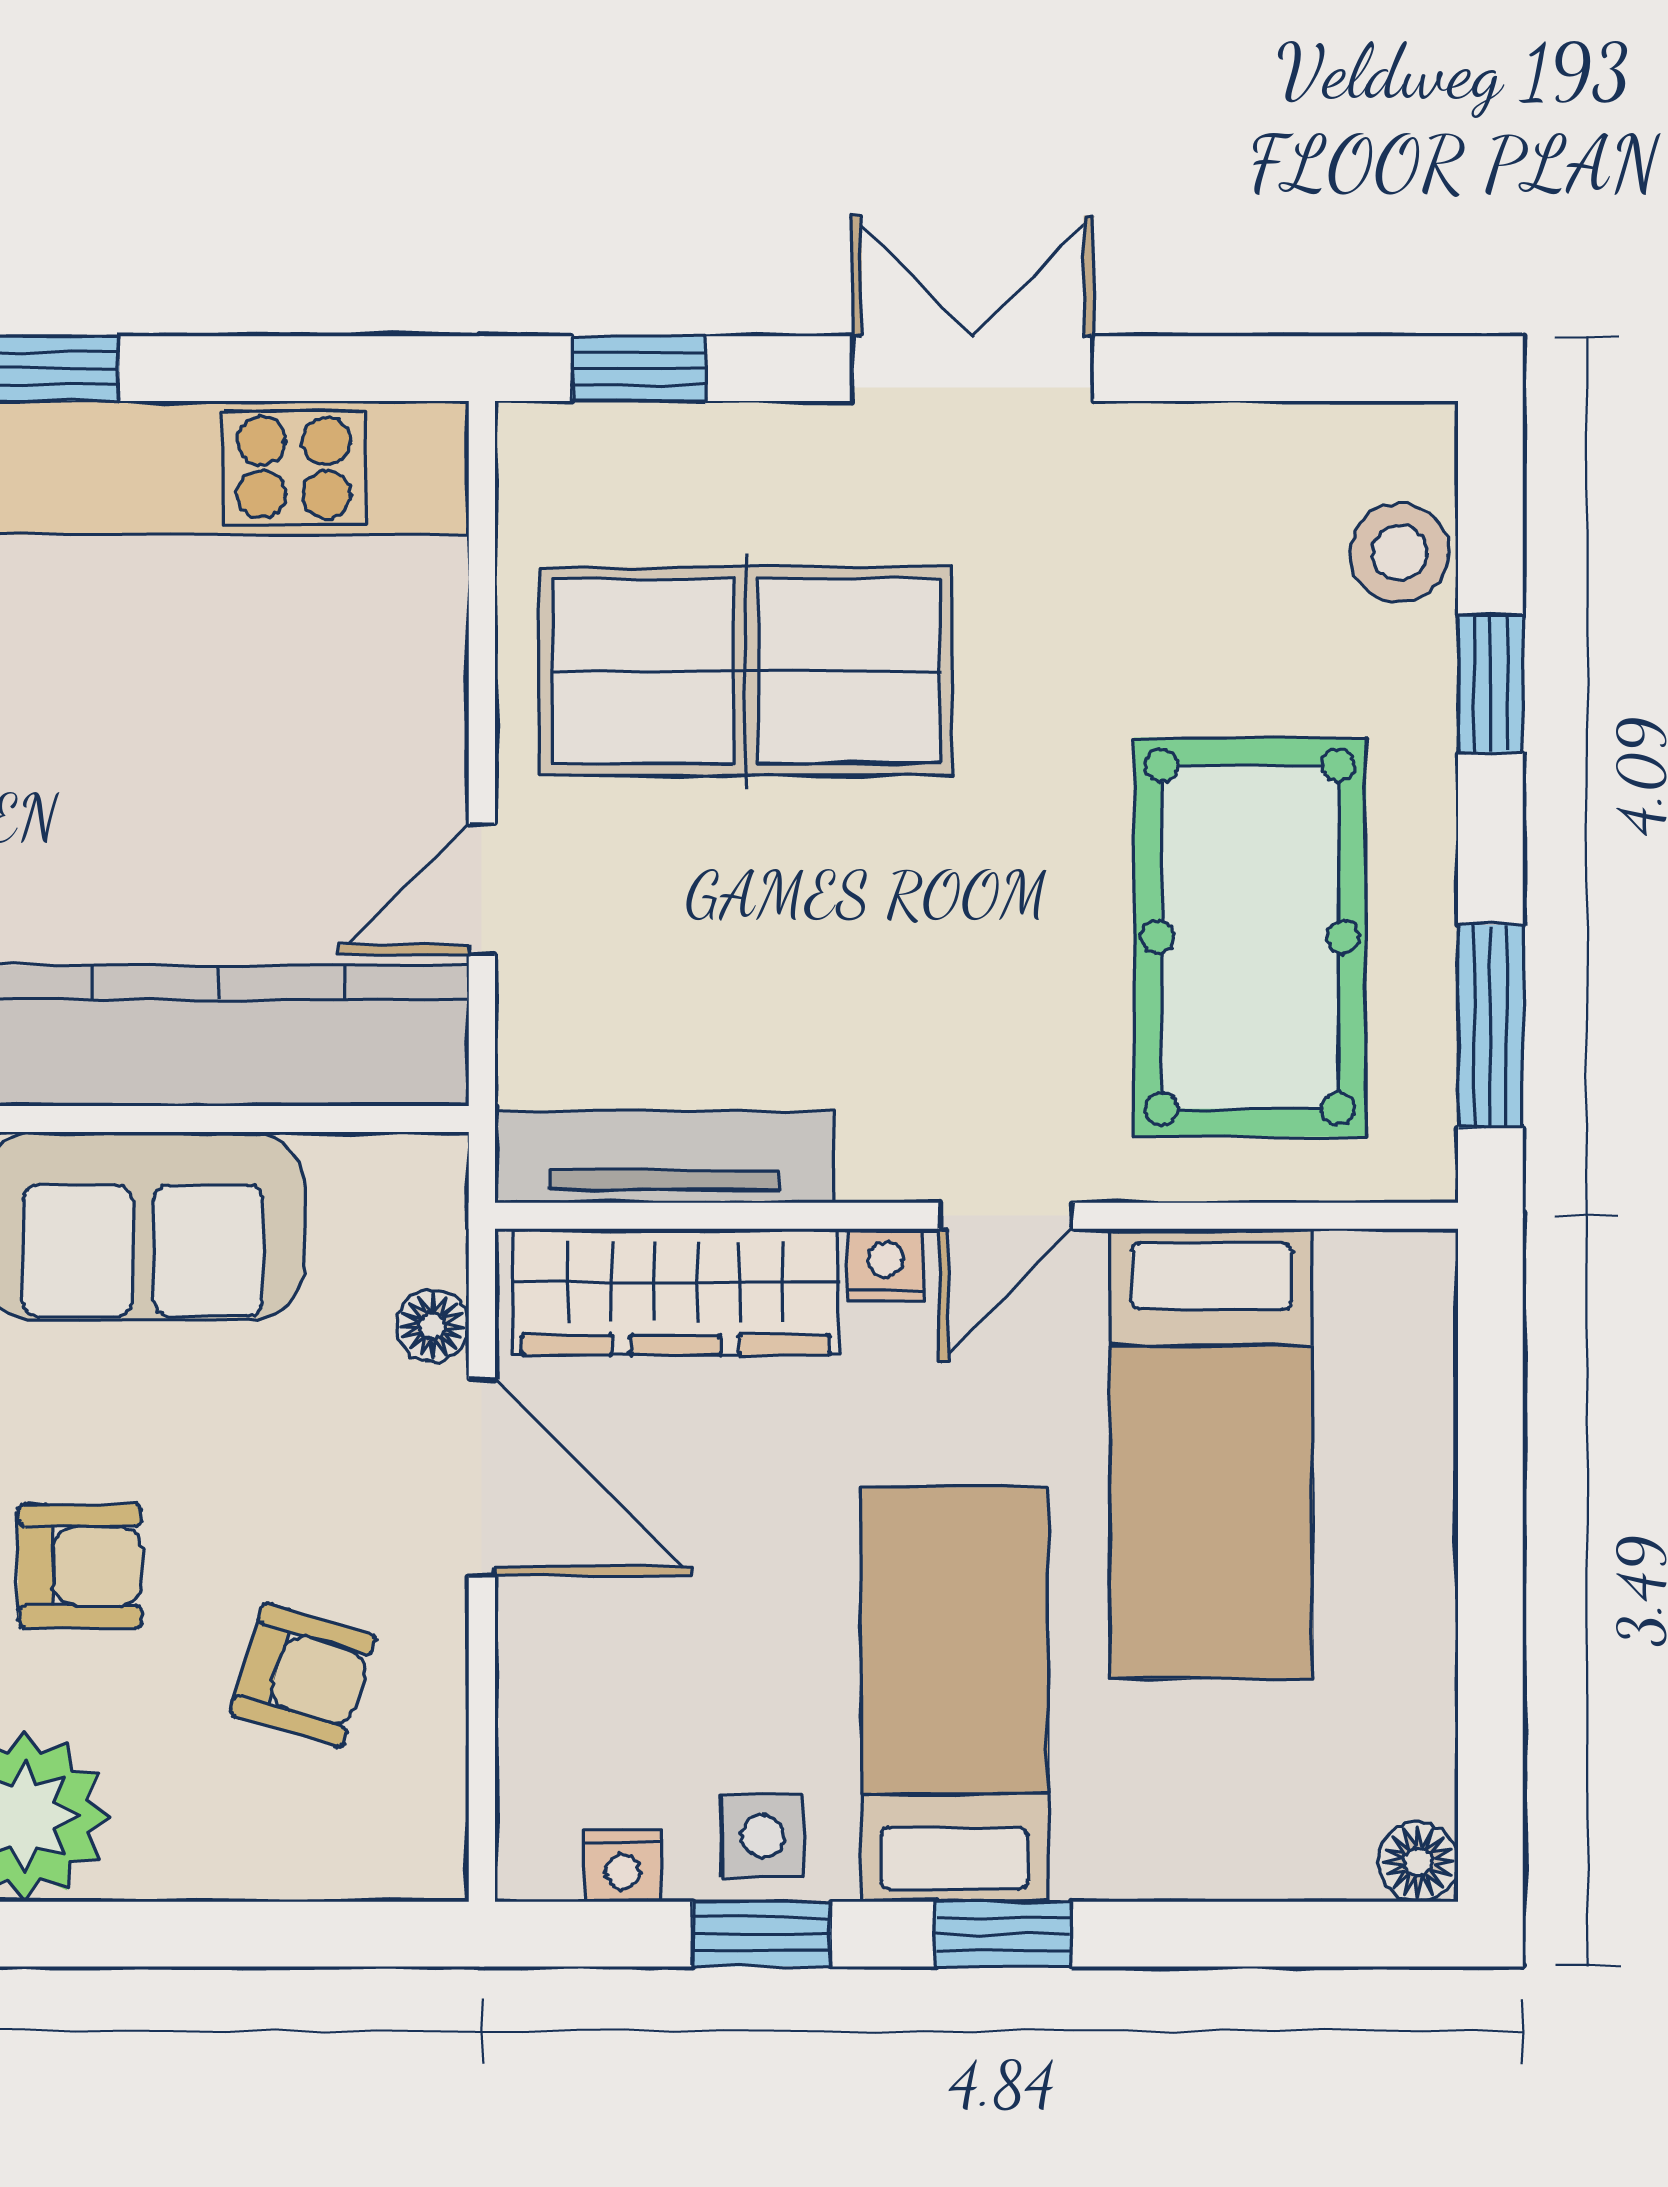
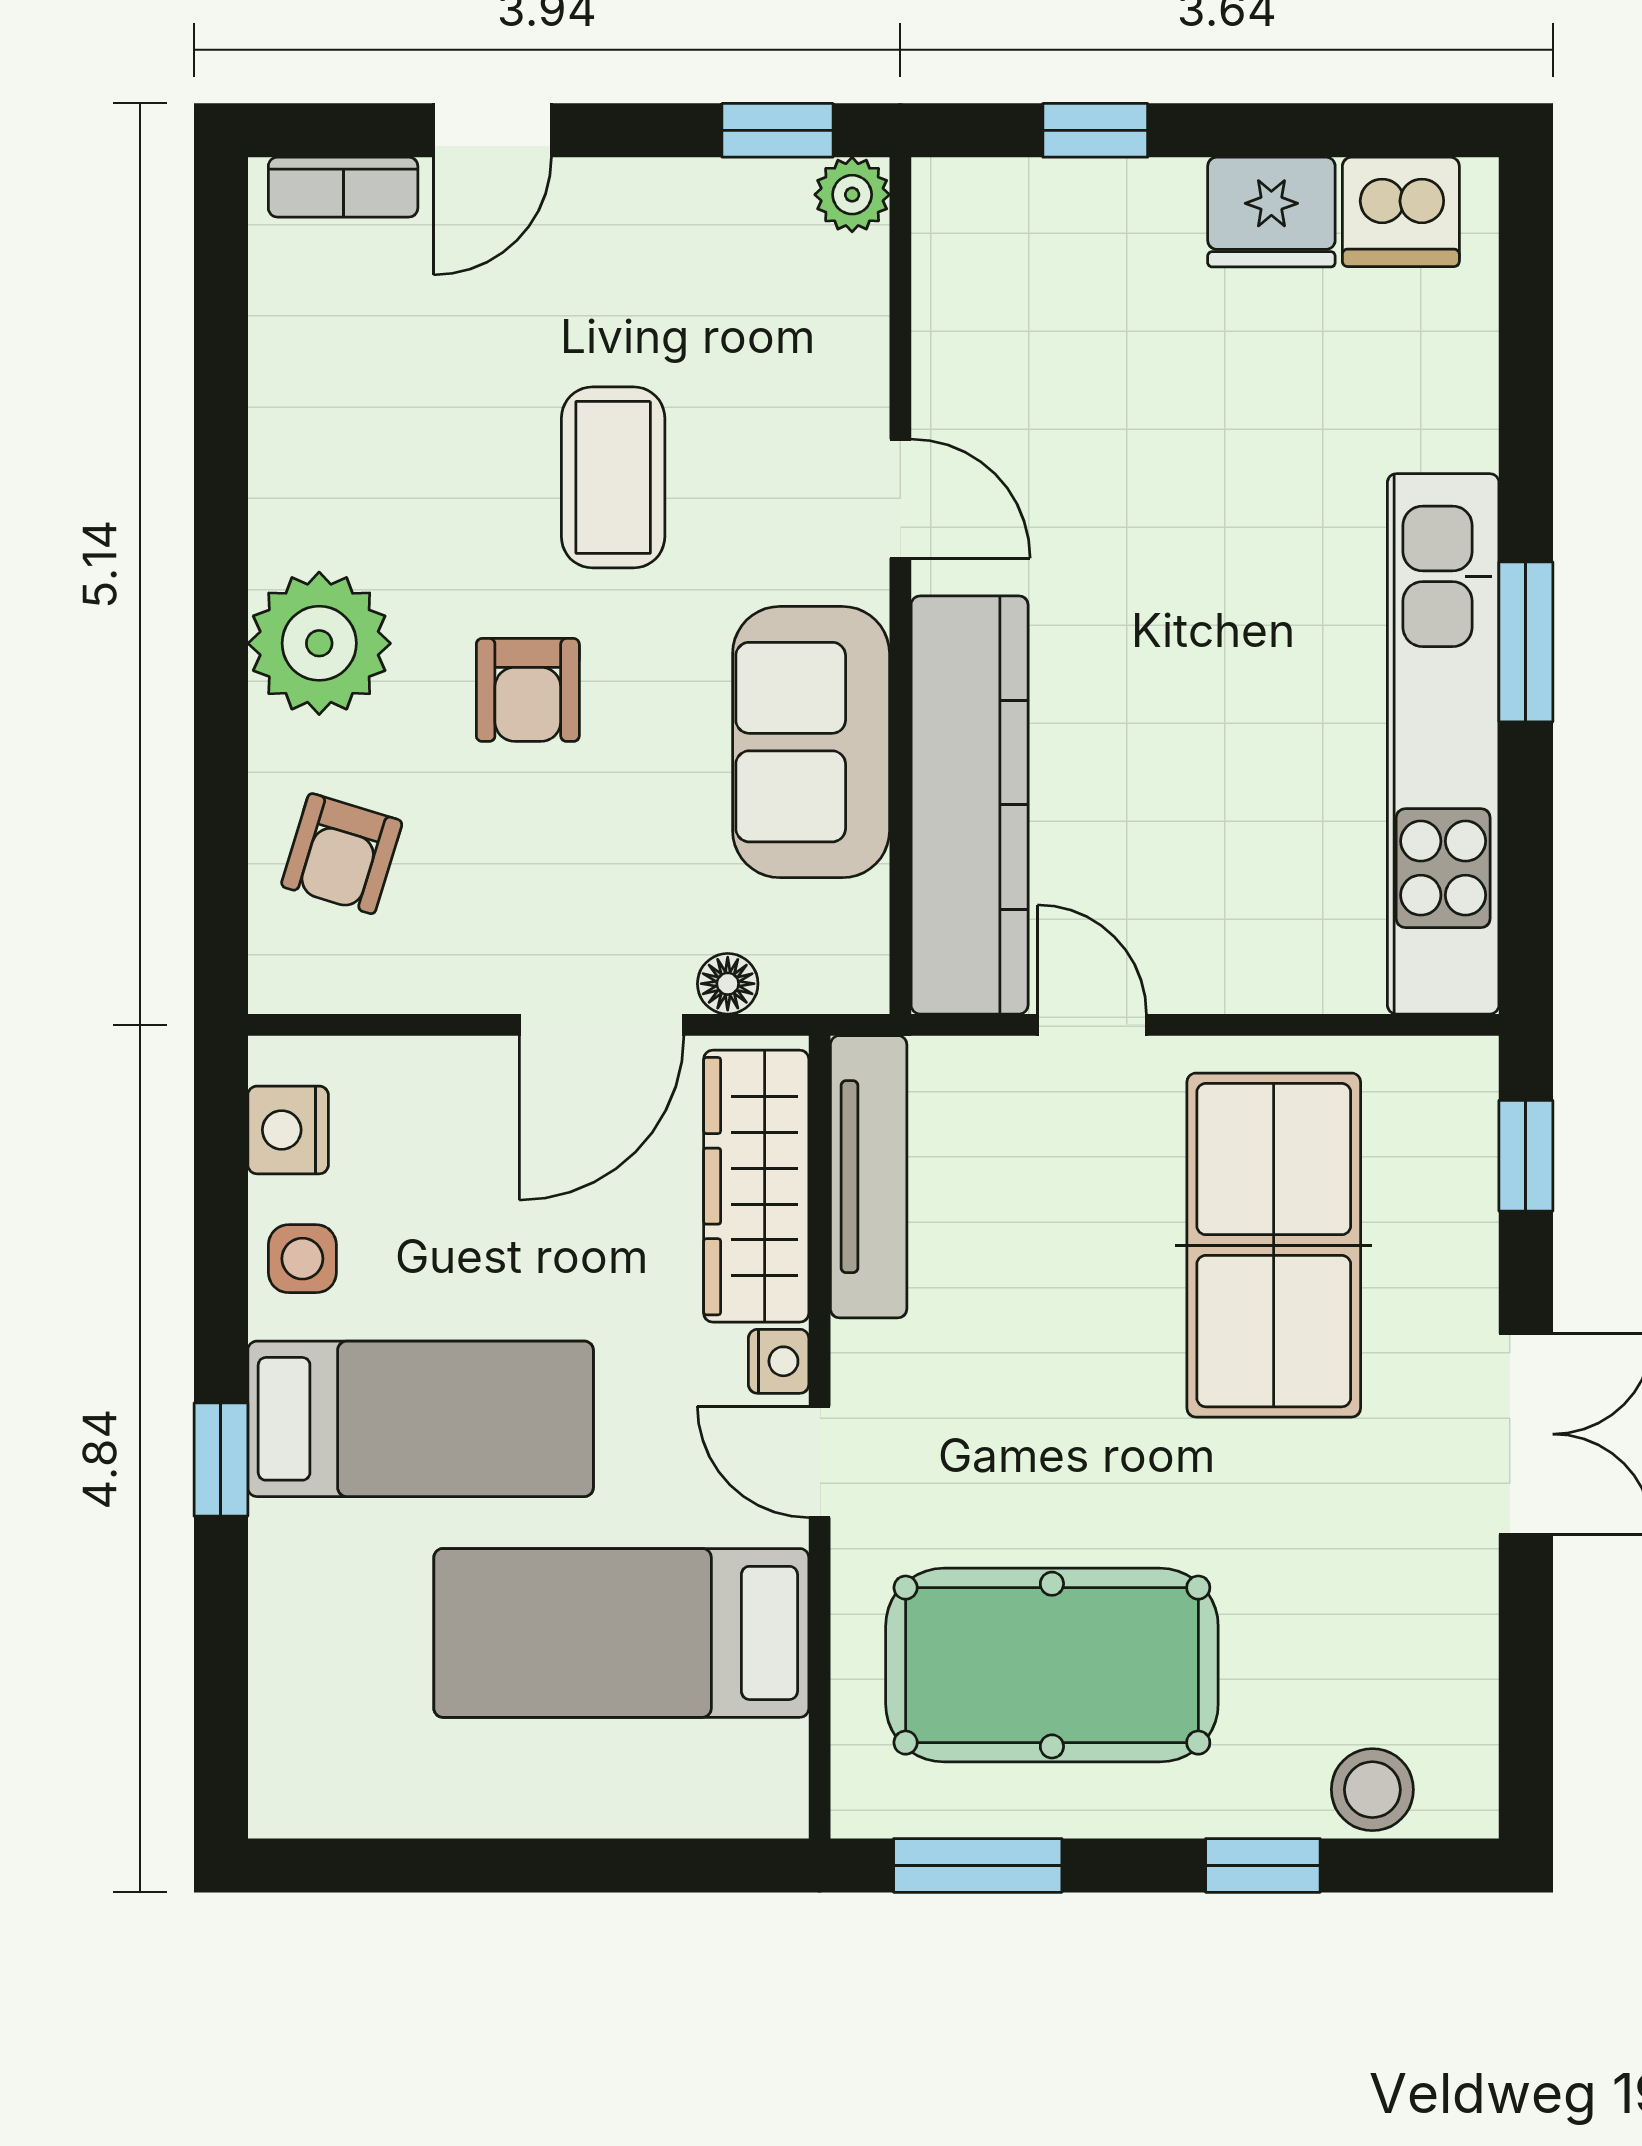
armchair: (303, 1675) -> (342, 854), moved
floor lamp: (1418, 1862) -> (281, 1805), removed
nightstand: (623, 1866) -> (288, 1130), width x1.39, depth x1.35
window: (761, 1934) -> (221, 1258), removed

